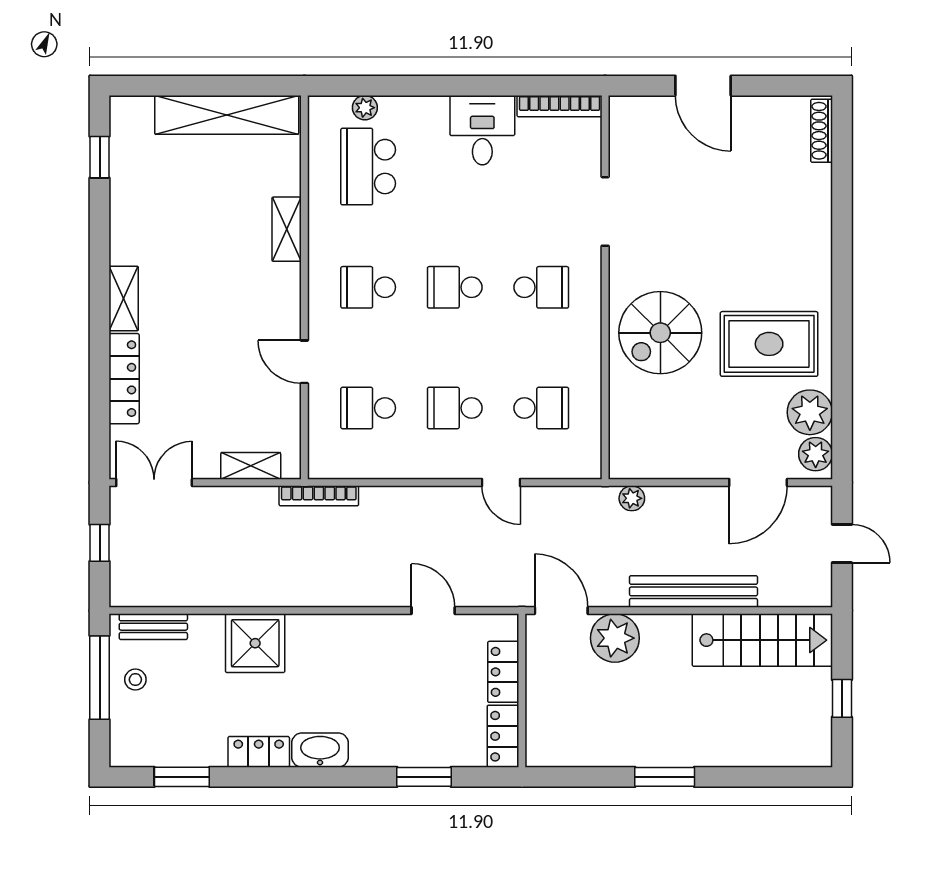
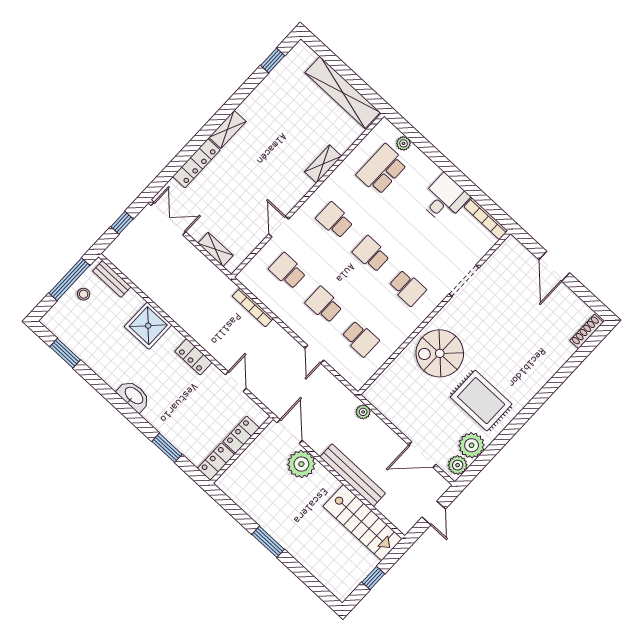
bookcase: (319, 496) -> (253, 307), moved
locker: (259, 752) -> (193, 357), moved, turned 180

